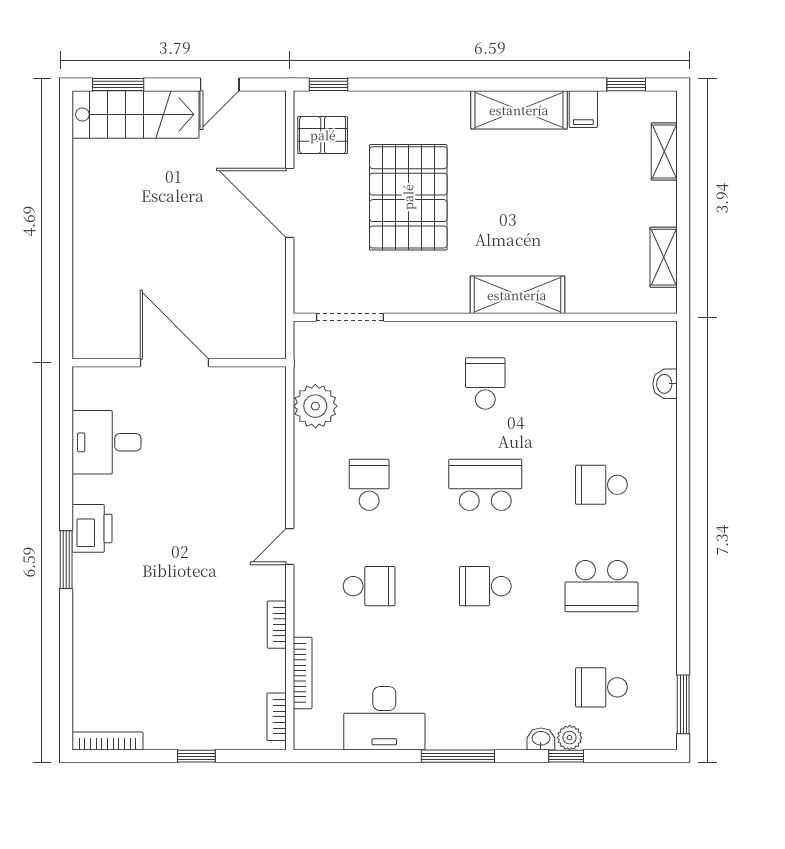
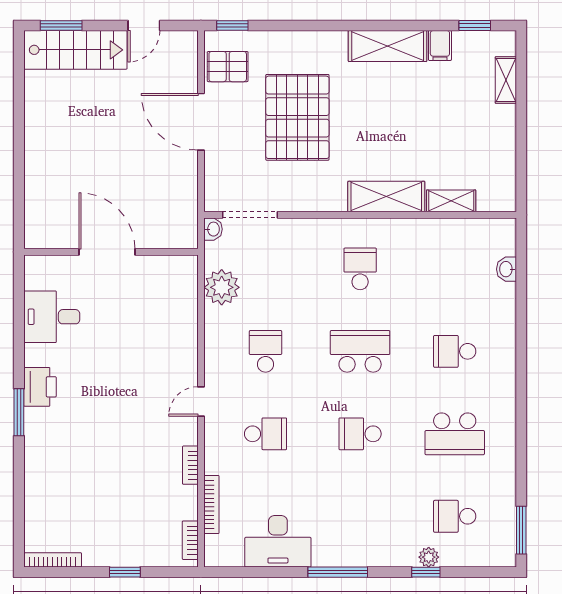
shelving: (664, 257) -> (451, 201), moved, turned 90
washbasin: (541, 739) -> (213, 229), moved, turned 90

